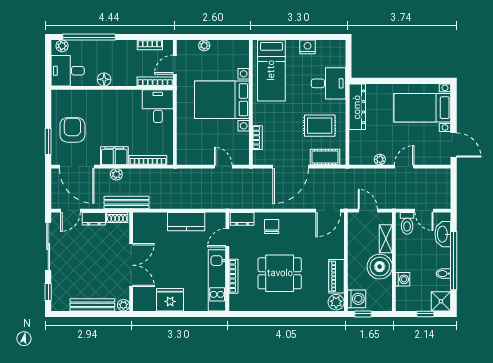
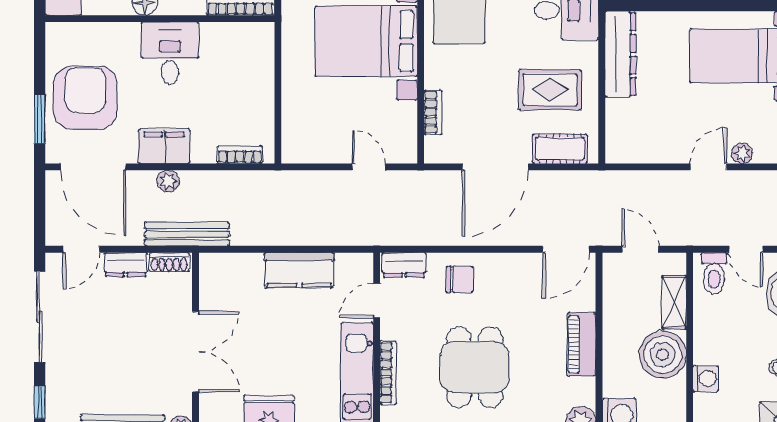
desk: (158, 106) -> (170, 53), moved
armchair: (72, 130) -> (85, 98), width x1.36, depth x1.36
plant: (380, 159) -> (742, 153), moved
bookcase: (148, 160) -> (240, 155), width x0.64
chair: (272, 227) -> (460, 279), turned 90
dining table: (280, 273) -> (475, 367), turned 90
piano: (336, 276) -> (582, 344), moved

